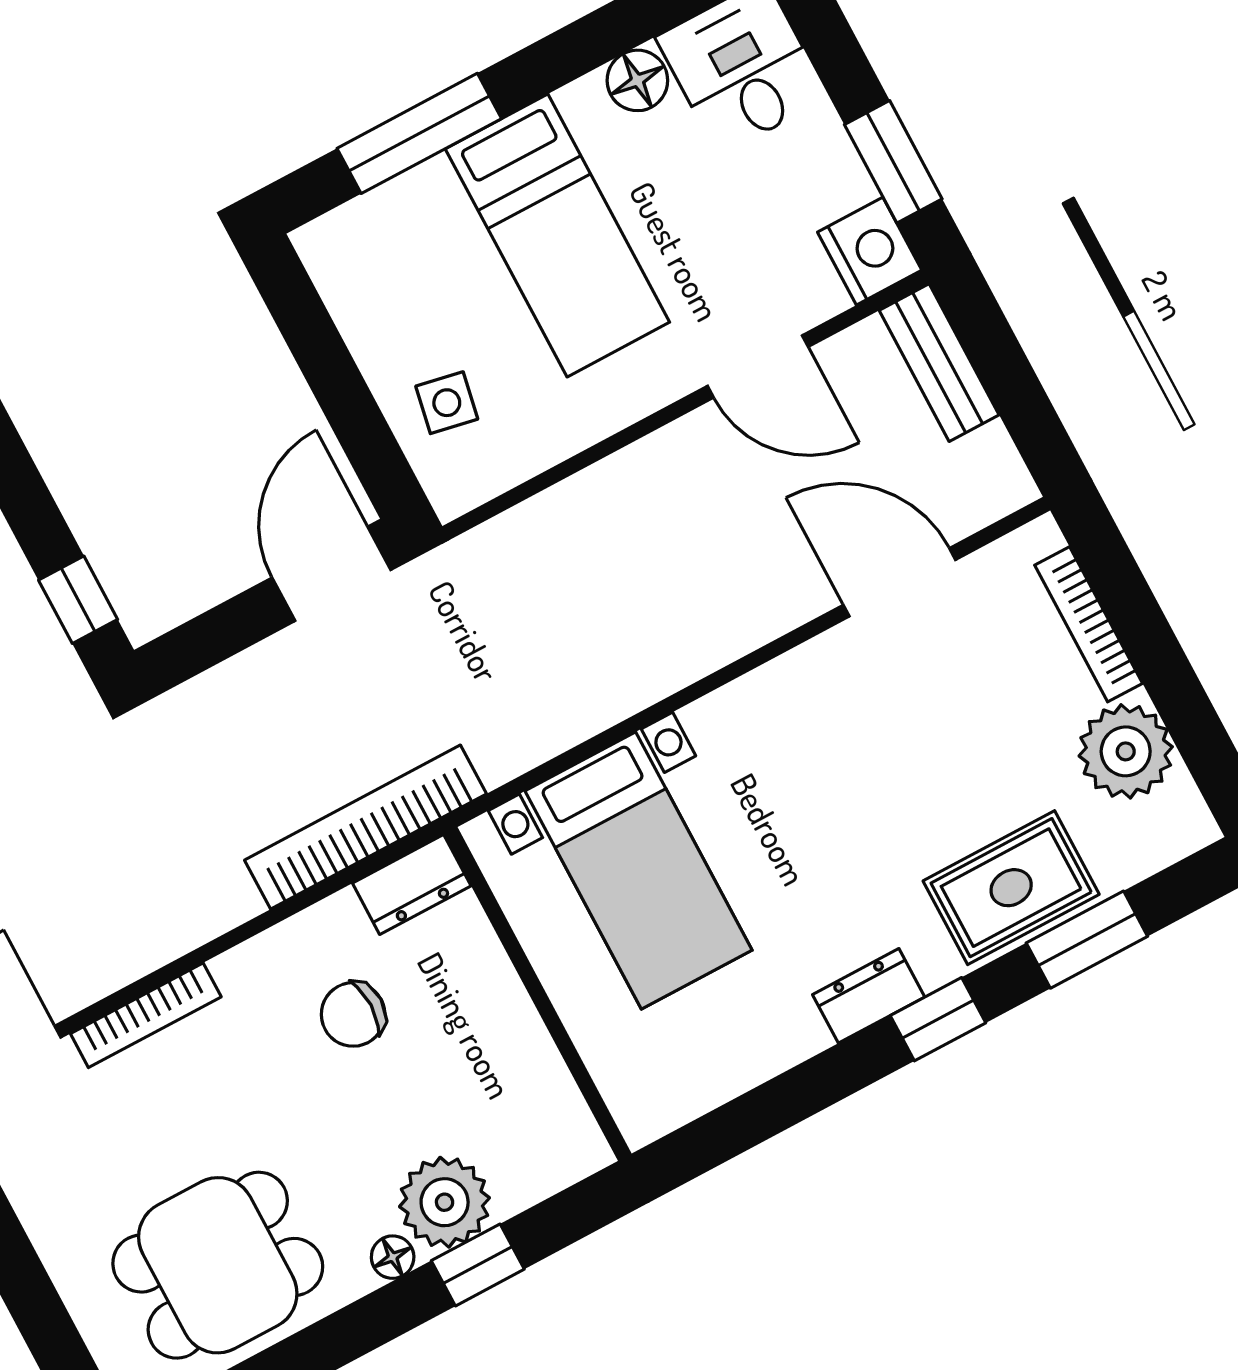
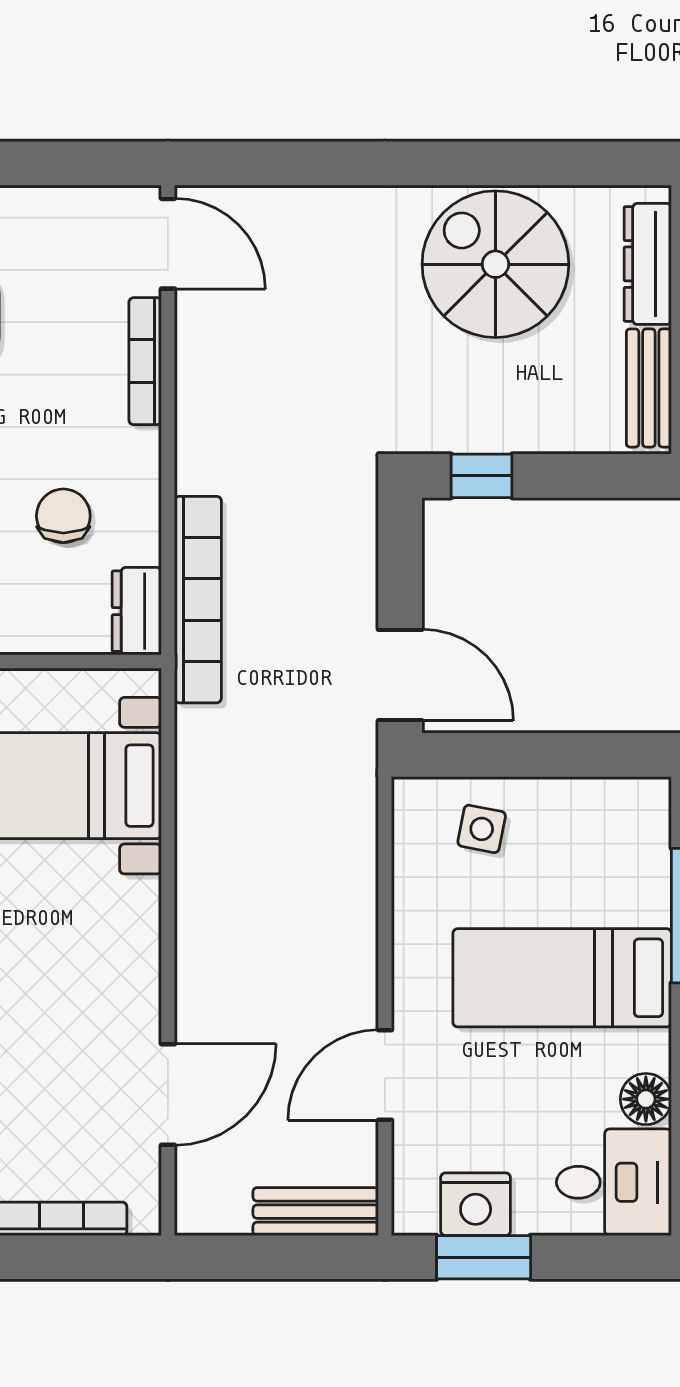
nightstand: (870, 251) -> (476, 1204), moved

